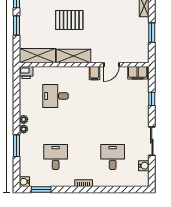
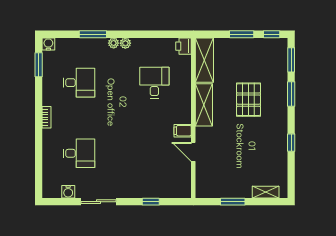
filing cabinet: (138, 73) -> (183, 184), removed

